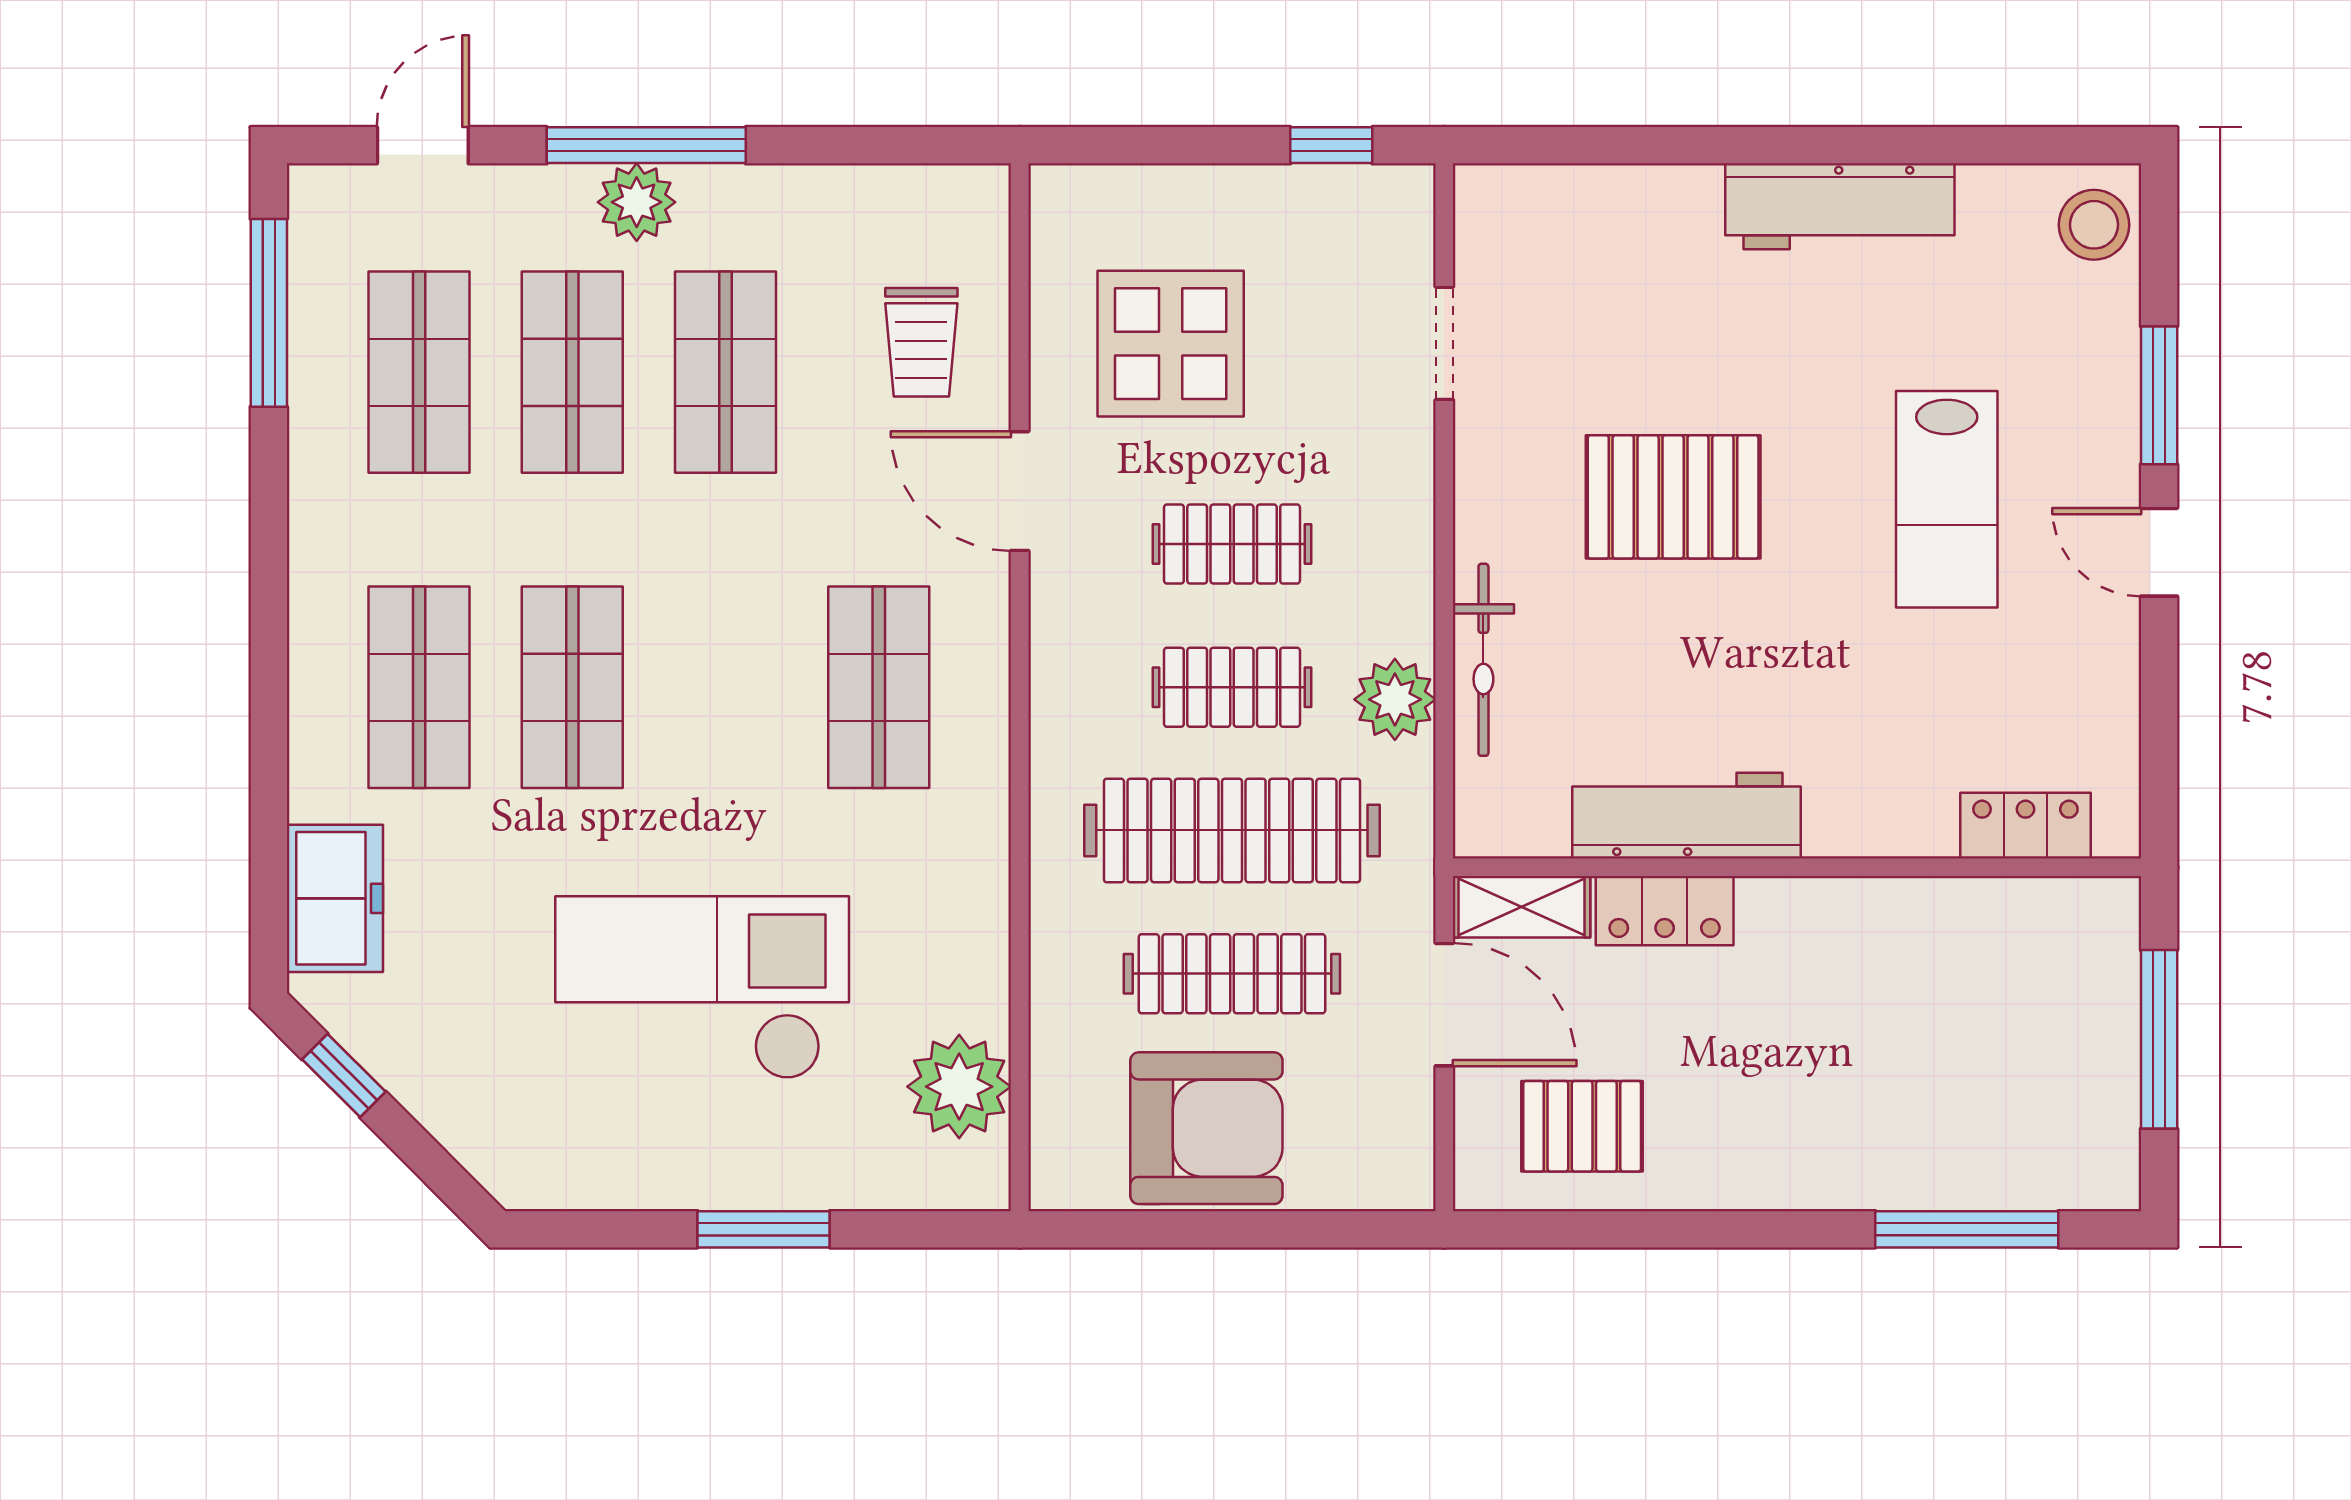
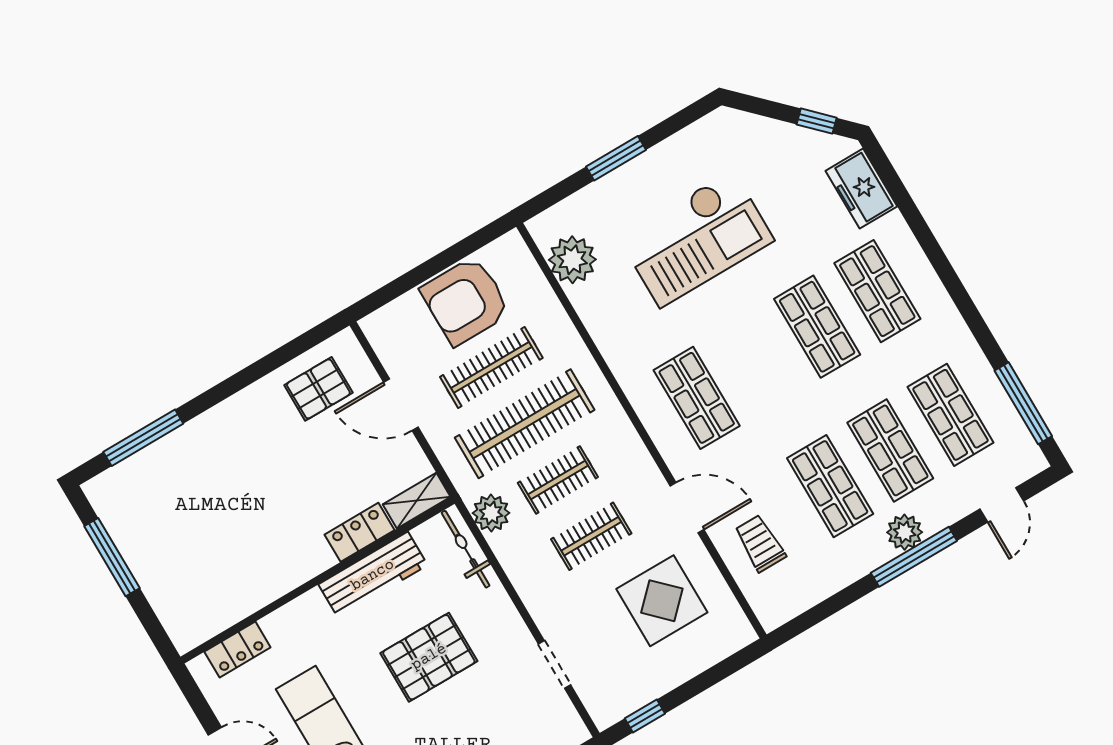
workbench: (1686, 816) -> (373, 575), moved
locker: (2025, 826) -> (237, 650), moved
wall: (1797, 867) -> (318, 580), moved
shelving: (1522, 907) -> (417, 501), moved
locker: (1665, 911) -> (360, 532), moved

